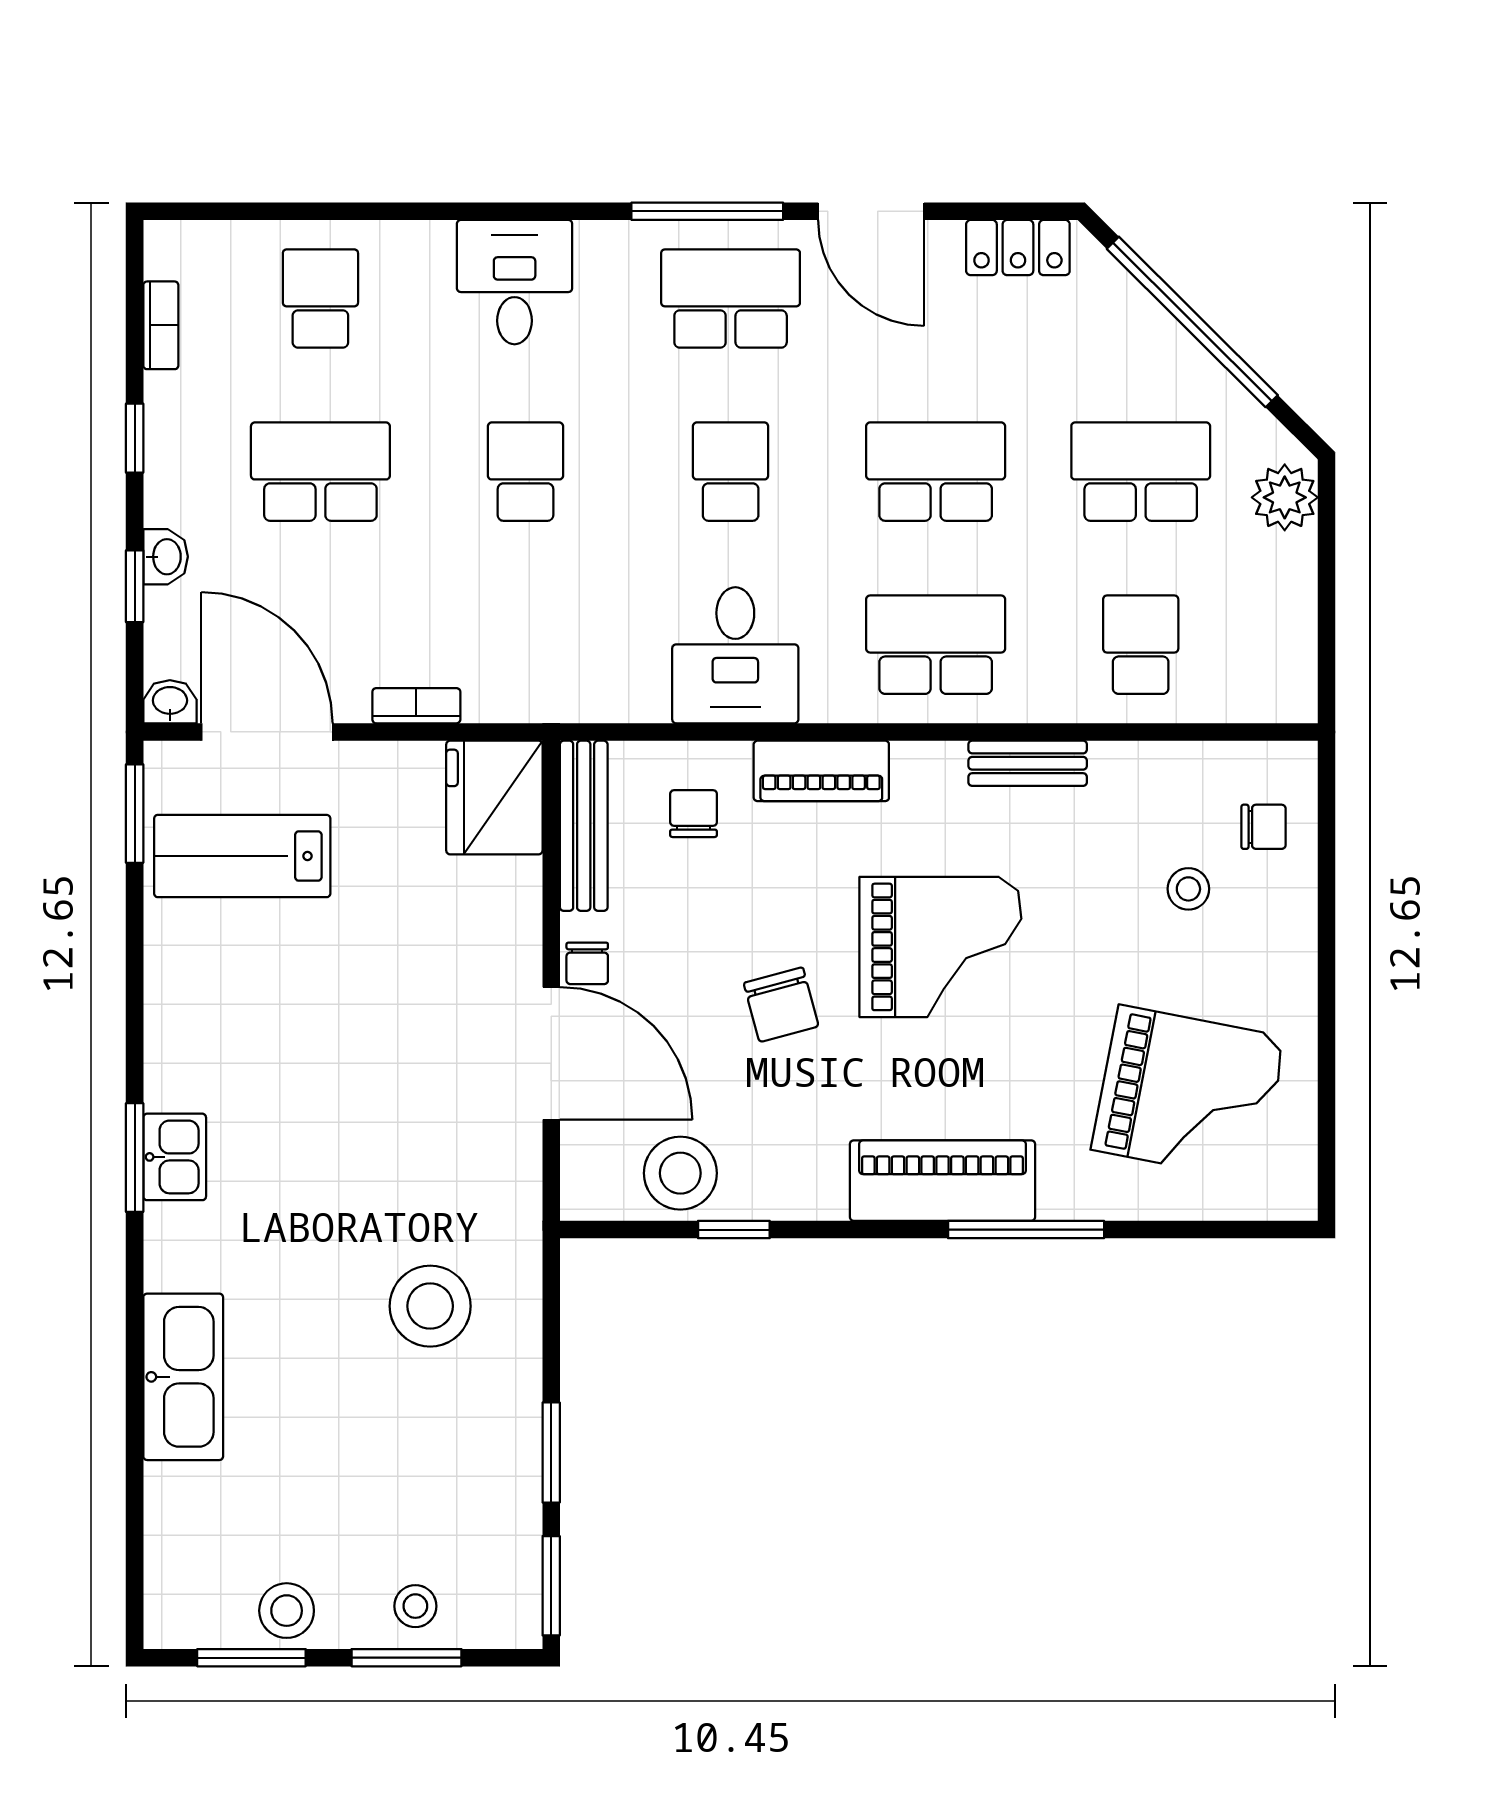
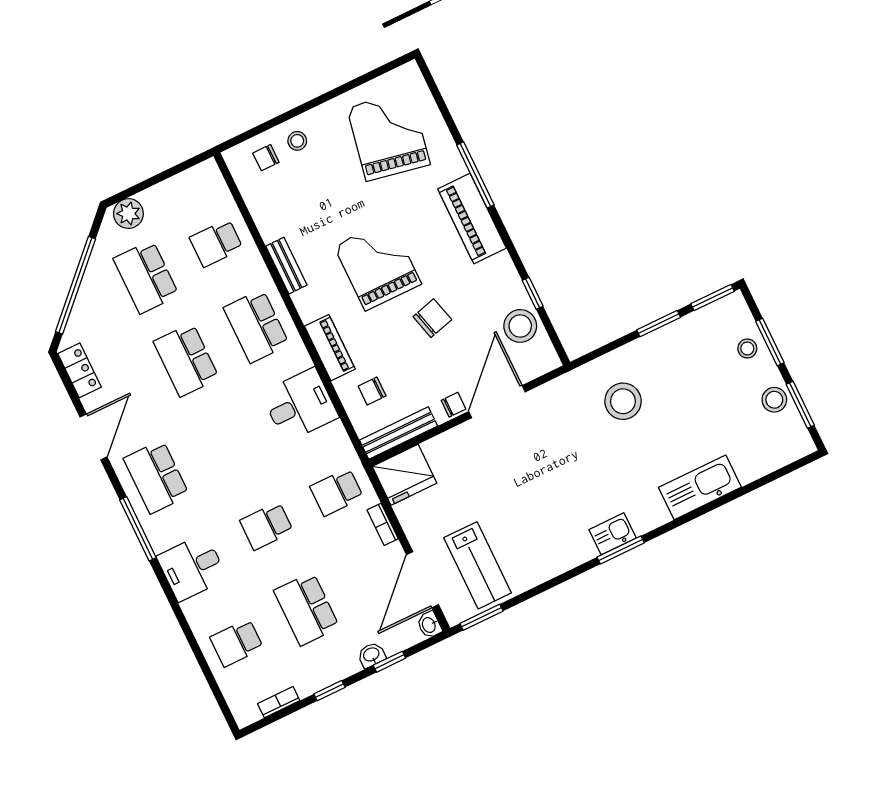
window: (707, 211) -> (138, 529), moved
school desk: (731, 472) -> (337, 492), moved
chair: (1264, 827) -> (266, 158), turned -90
stool: (1188, 889) -> (297, 141), moved

